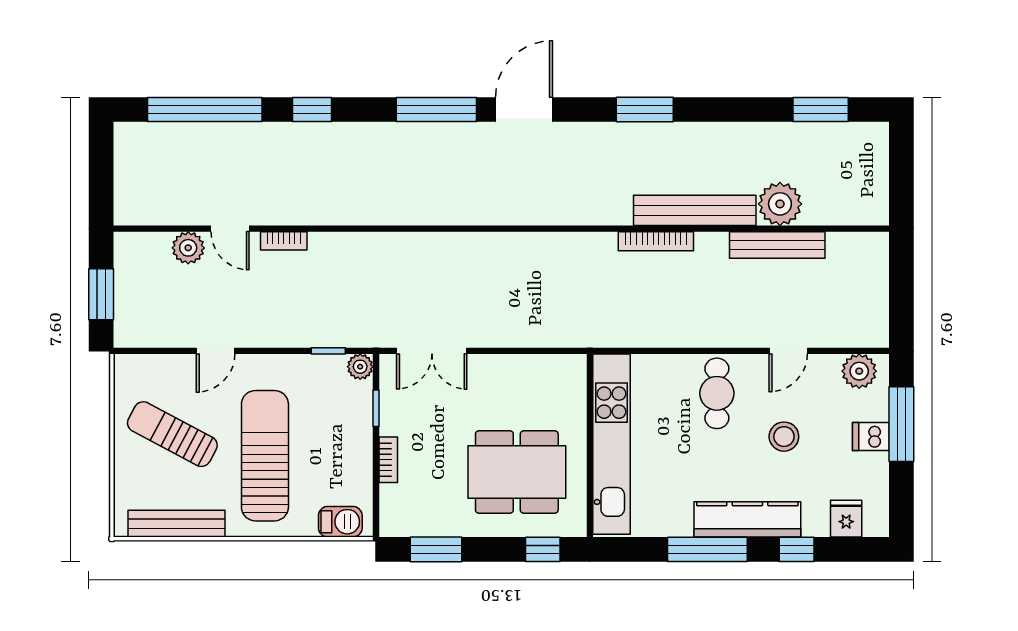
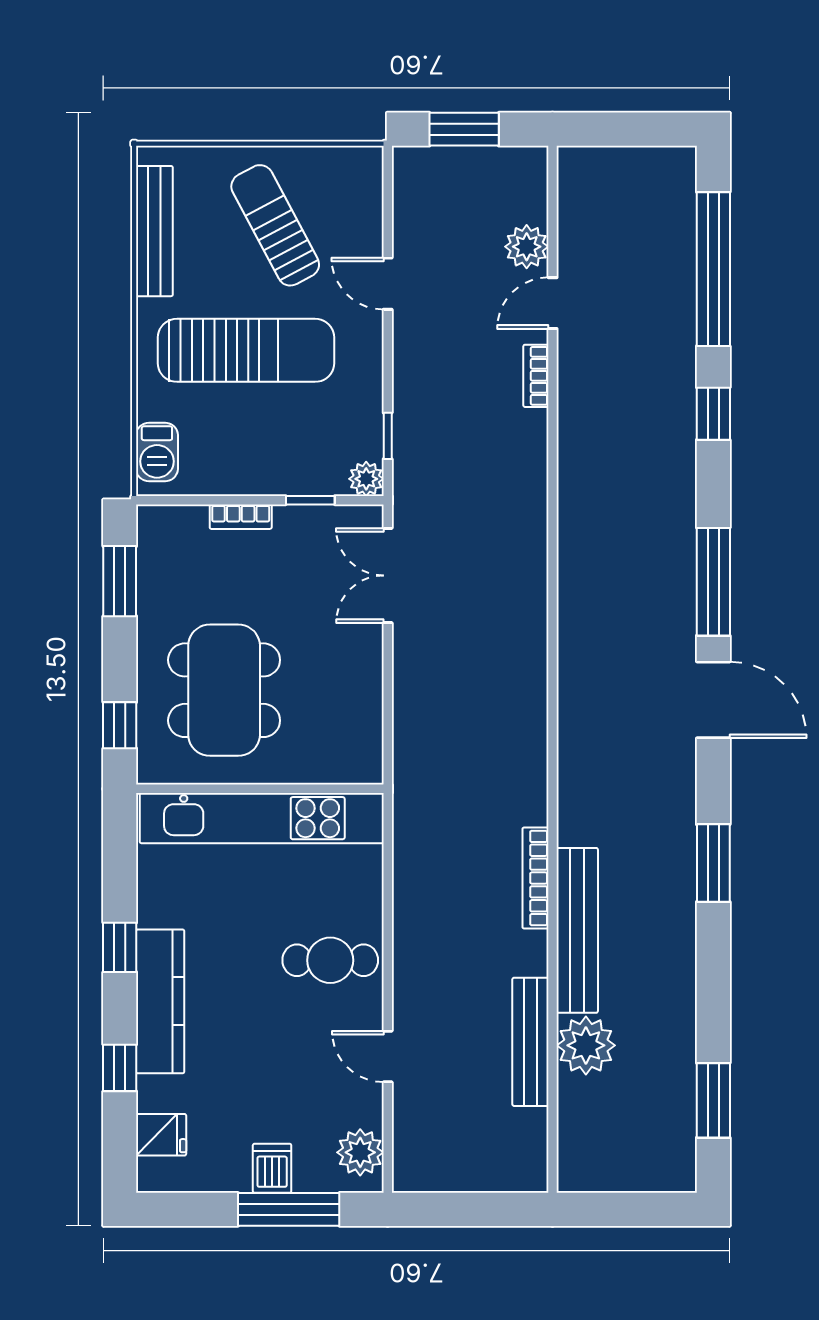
sun lounger: (172, 434) -> (275, 225), turned -56
stool: (784, 437) -> (272, 1051), removed
window: (707, 549) -> (120, 947), width x0.46

